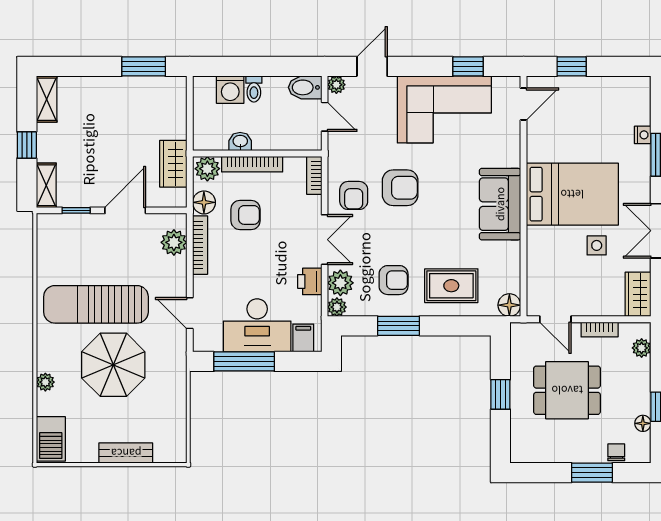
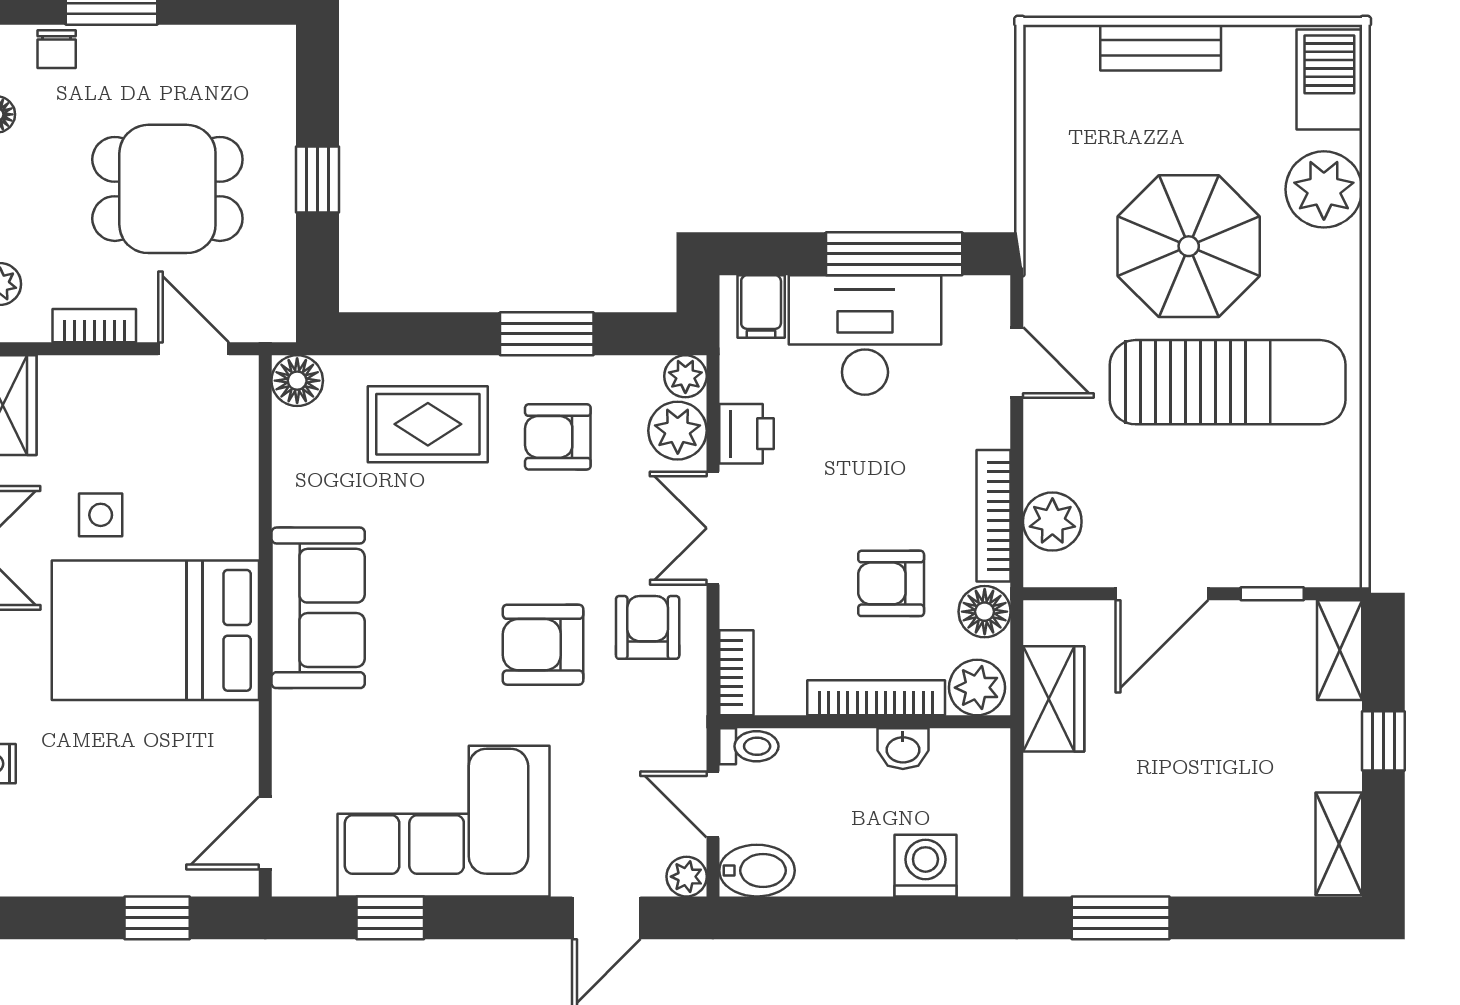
toilet: (254, 89) -> (749, 746), moved, turned 90
plant: (45, 382) -> (1324, 189), width x1.88, depth x1.88

